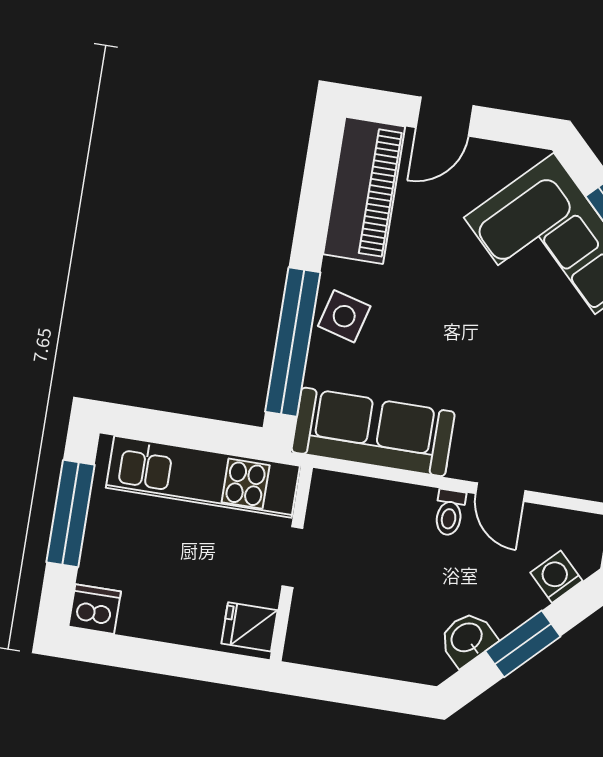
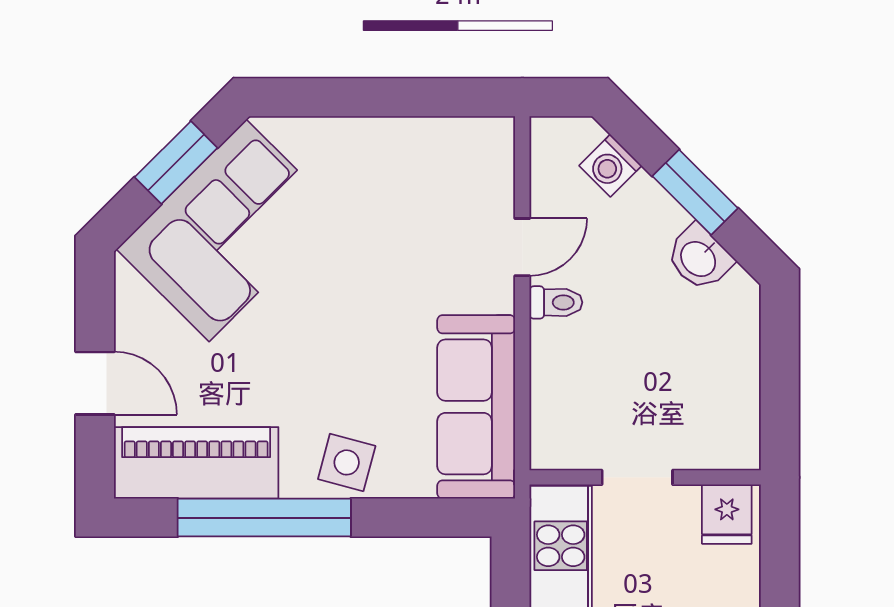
window: (293, 342) -> (264, 518), moved

